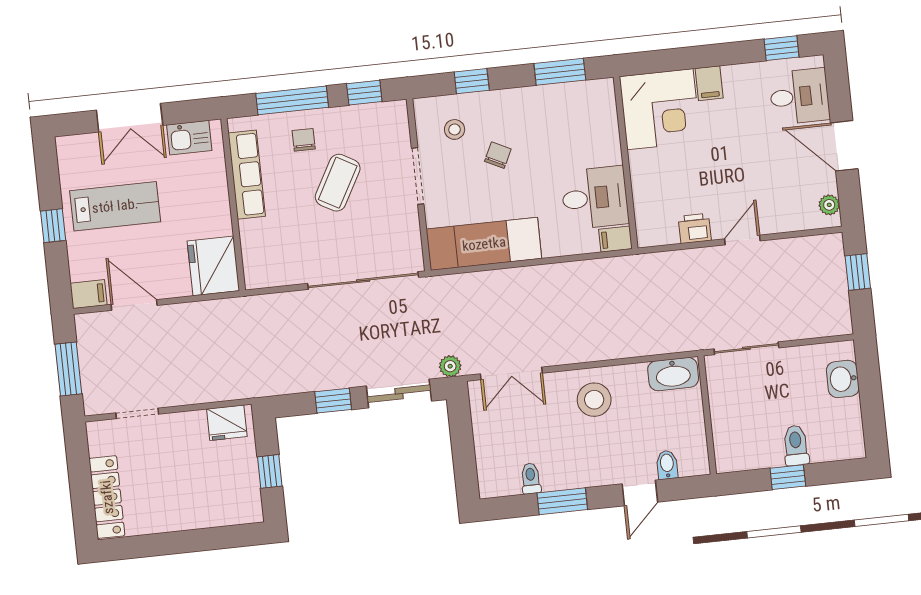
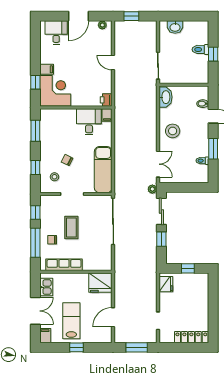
window: (781, 48) -> (35, 82), moved
coffee table: (338, 183) -> (71, 228), turned 61
printer: (695, 228) -> (106, 100), moved
filing cabinet: (89, 294) -> (45, 336), moved

